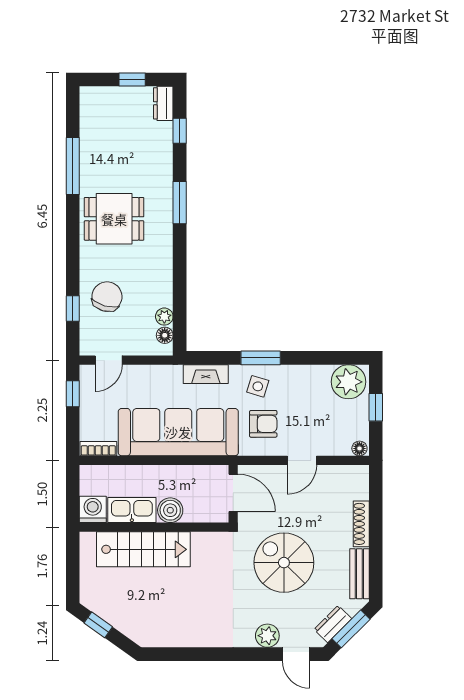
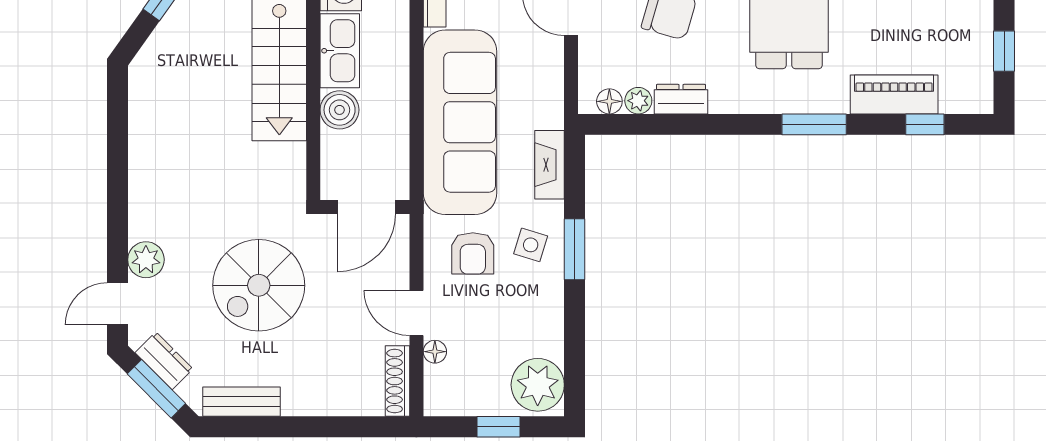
dresser: (163, 103) -> (681, 99), moved
piano: (160, 151) -> (894, 95), added
floor lamp: (359, 448) -> (435, 352), moved
shoe rack: (361, 524) -> (398, 381), moved, turned -90
spiral stairs: (284, 563) -> (259, 285), turned 180

